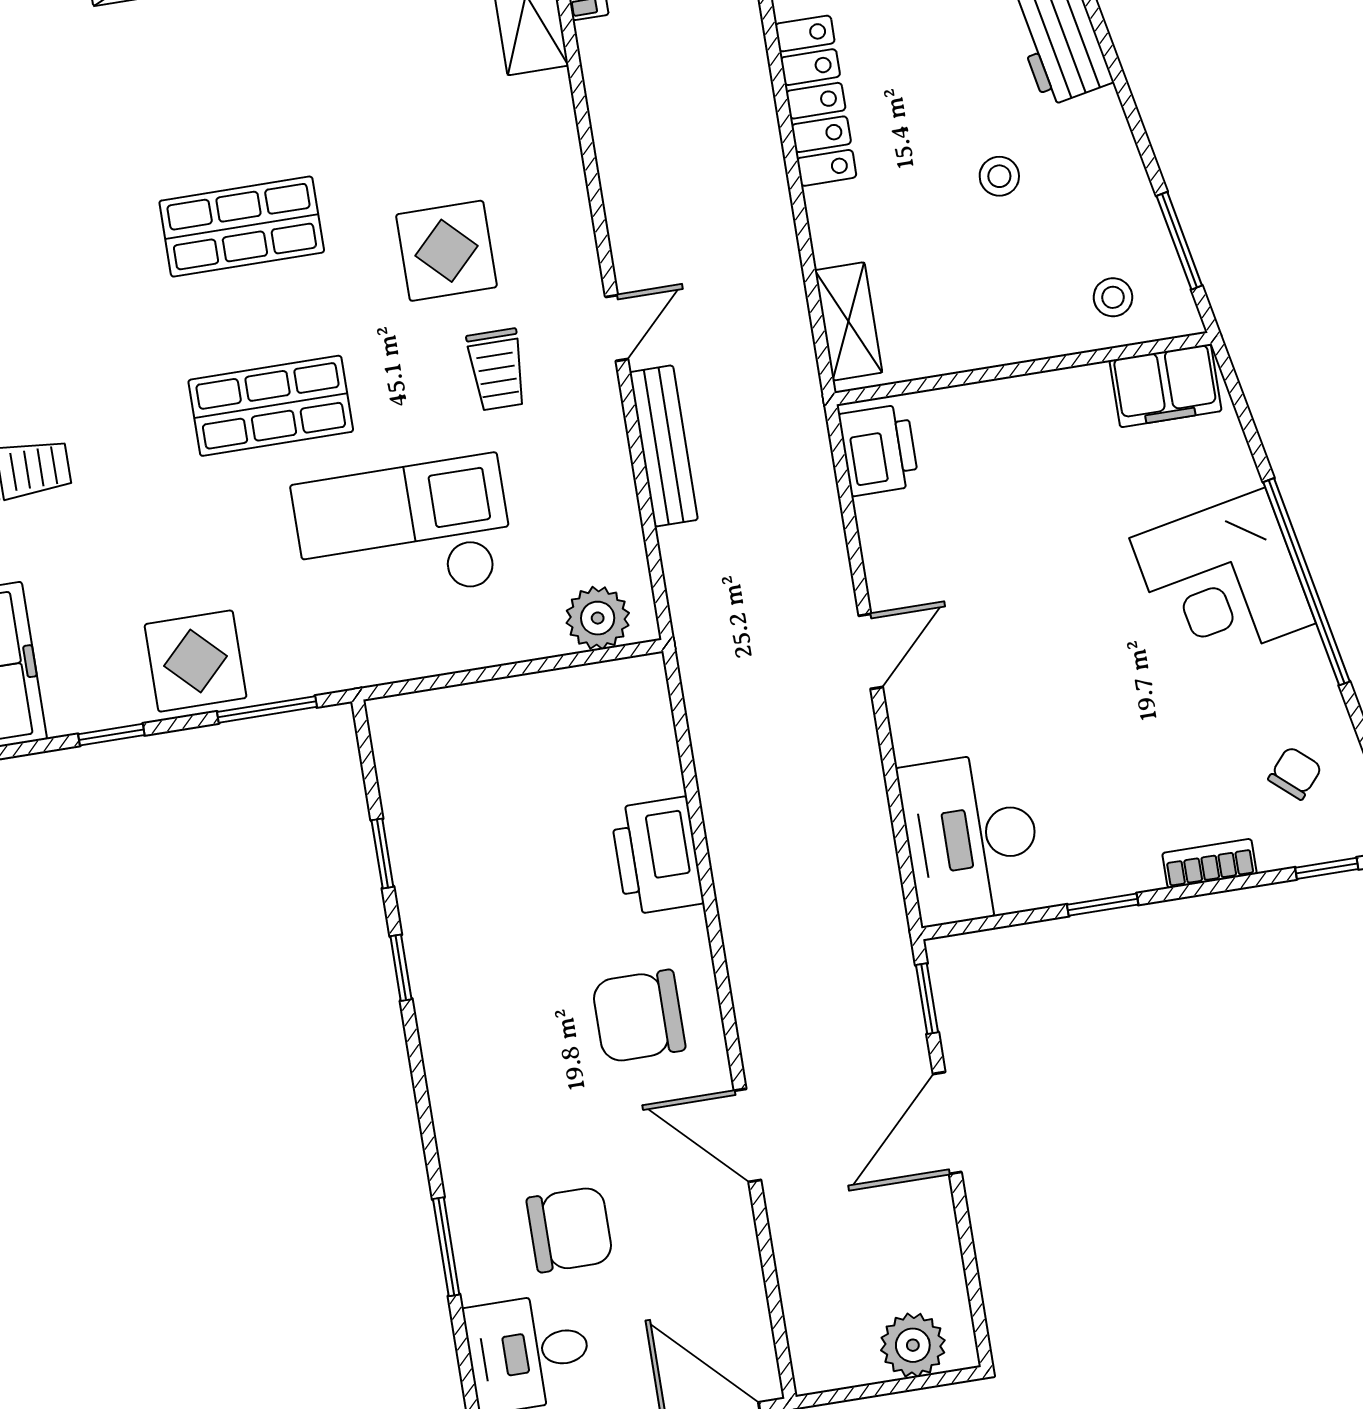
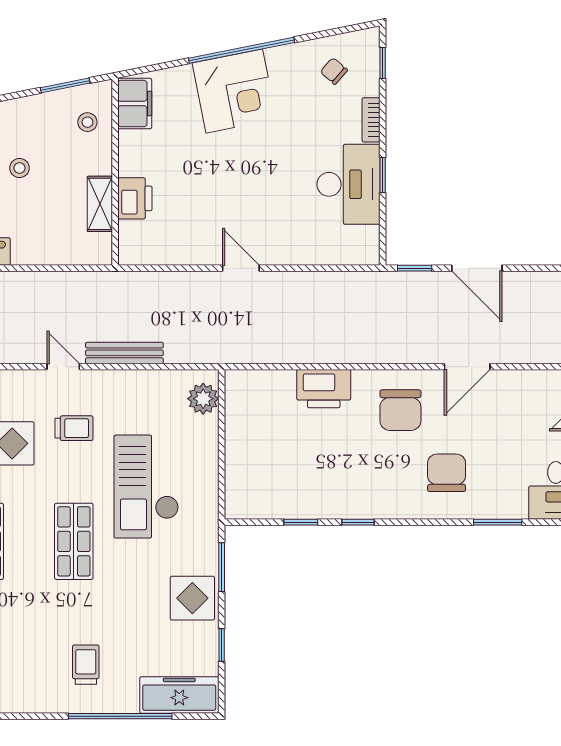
shelving: (849, 321) -> (100, 204), moved, turned 90
printer: (879, 450) -> (135, 198), moved, turned 90
desk: (971, 838) -> (348, 184), moved, turned -90
chair: (570, 1229) -> (447, 473), moved

